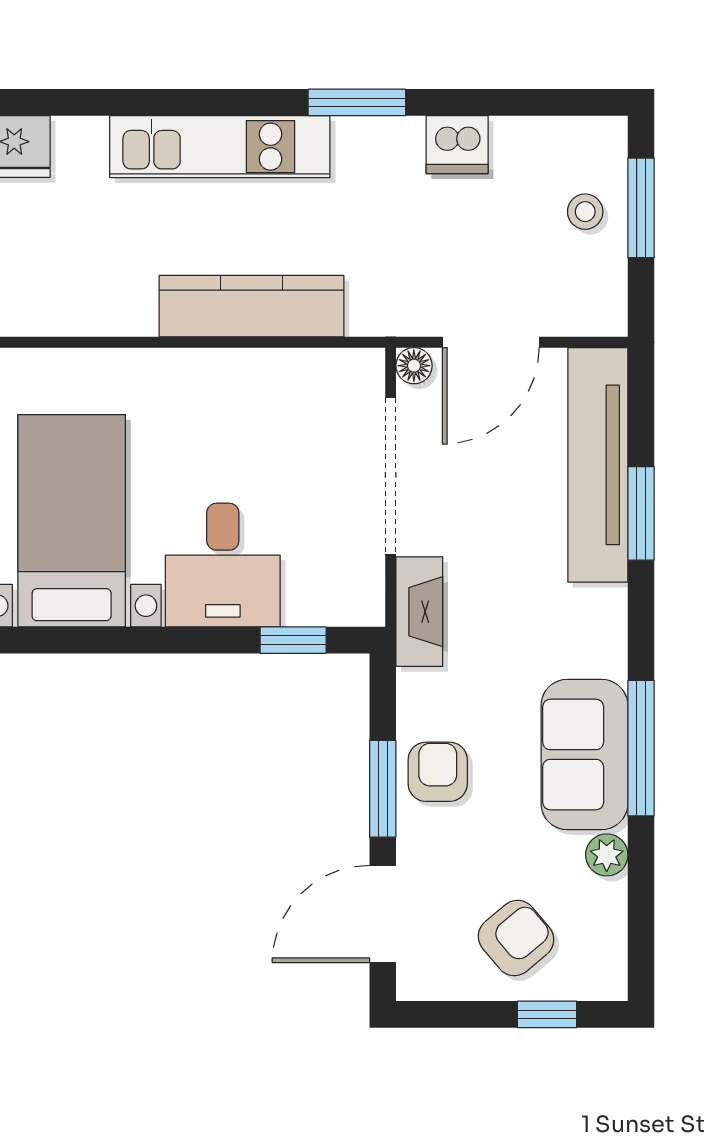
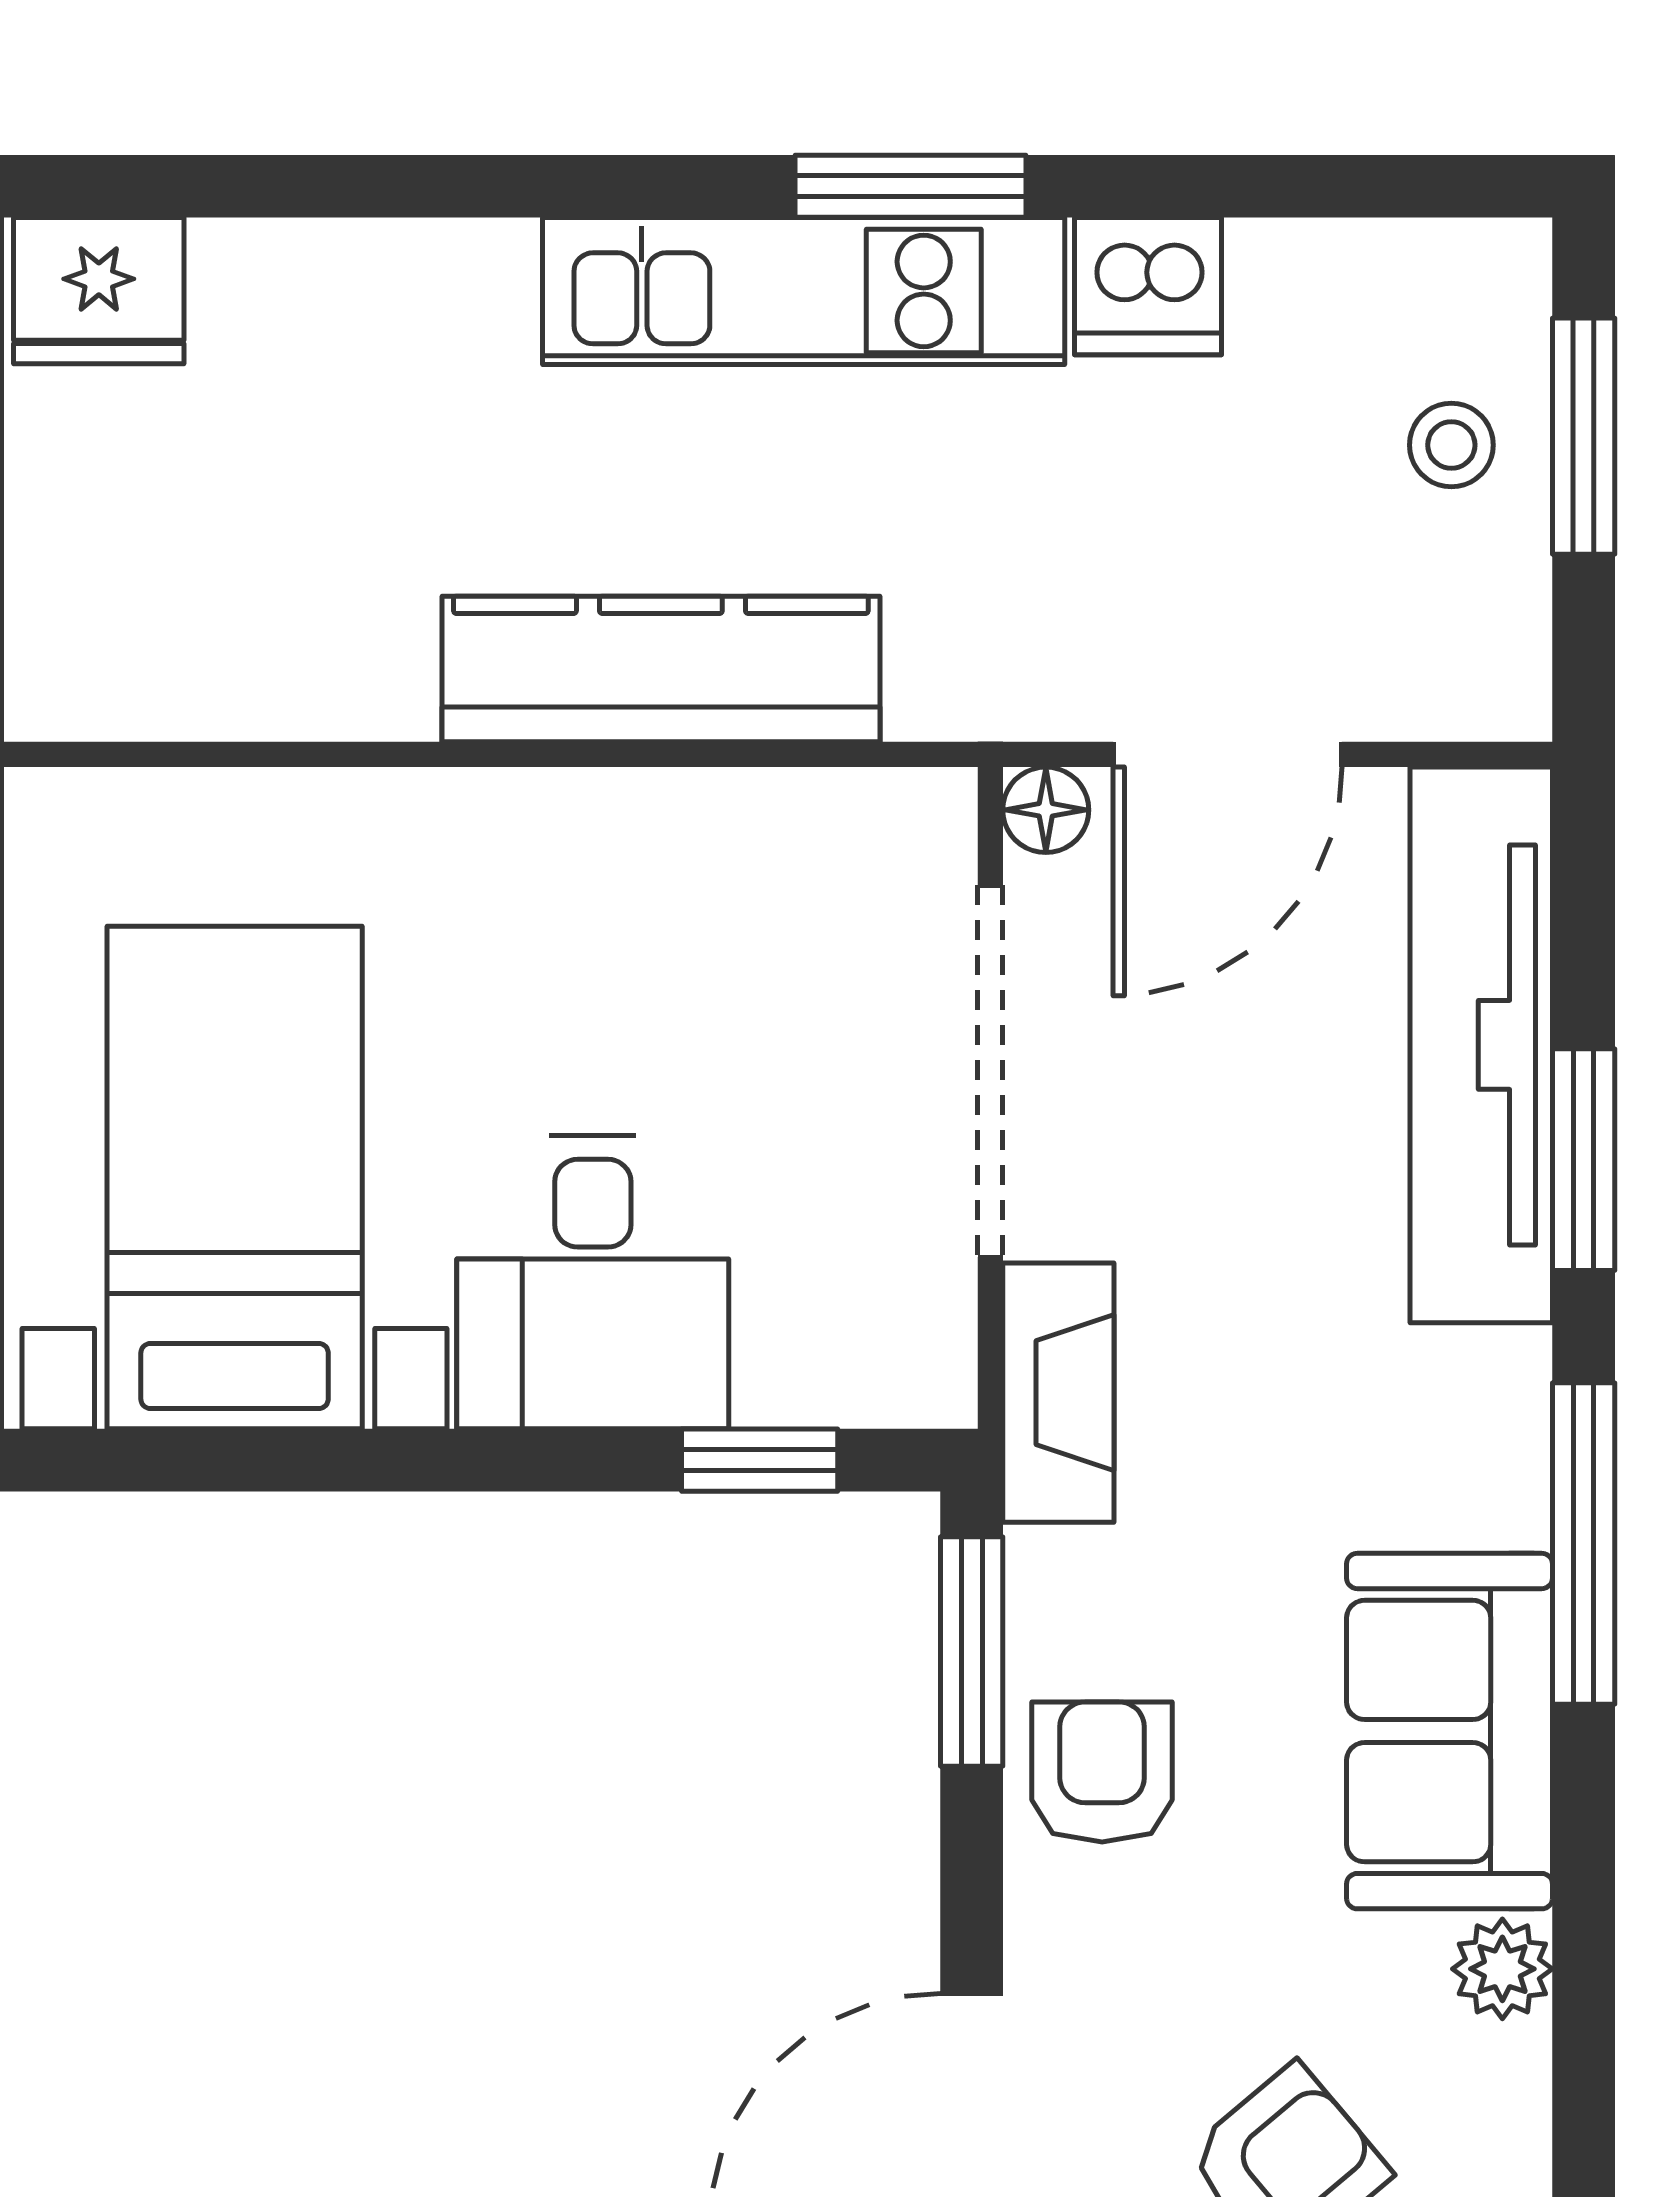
kitchen unit: (220, 147) -> (804, 291), moved
window: (641, 748) -> (1584, 1544), moved
window: (383, 789) -> (972, 1651), moved

